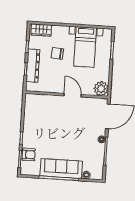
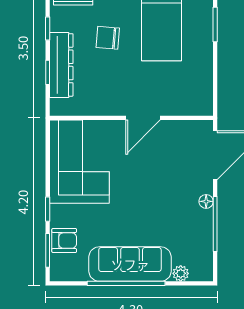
plant: (101, 89) -> (199, 102), removed
door: (73, 95) -> (143, 118), swing flipped
corner sofa: (39, 115) -> (79, 162), added

